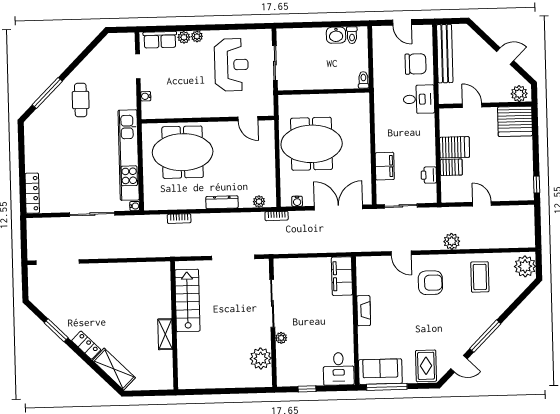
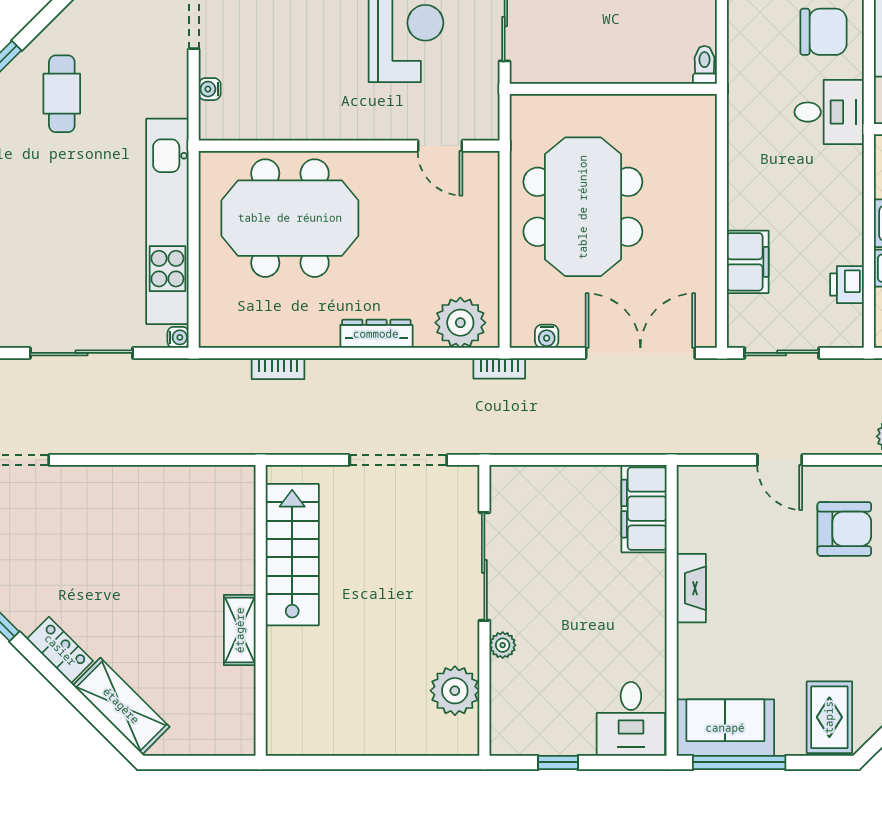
meeting table: (312, 144) -> (583, 207), turned 90
plant: (259, 201) -> (460, 323), width x1.88, depth x1.88

